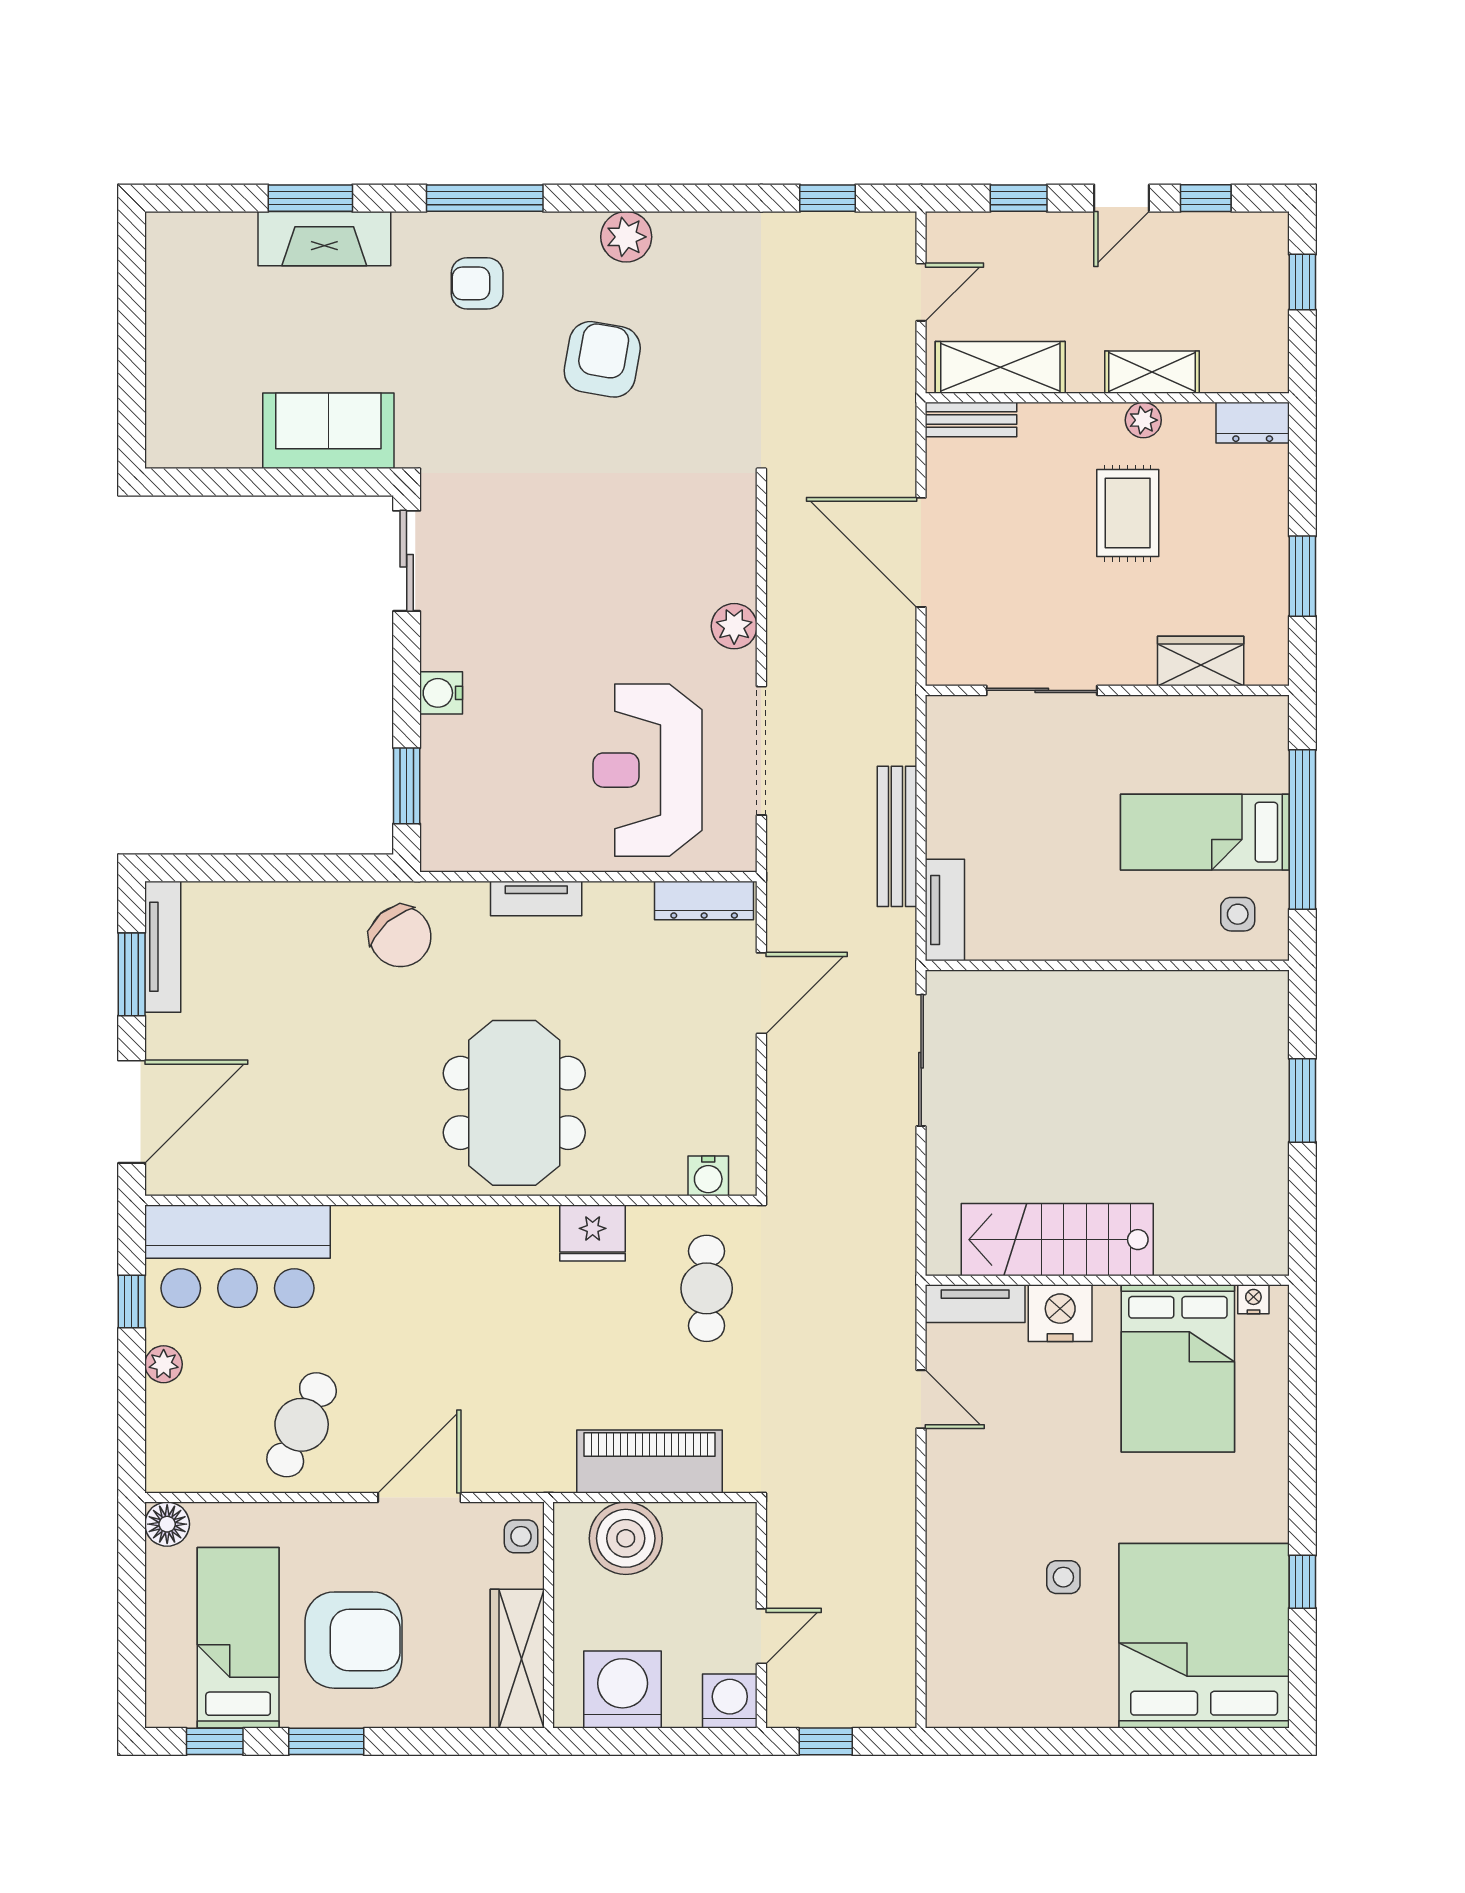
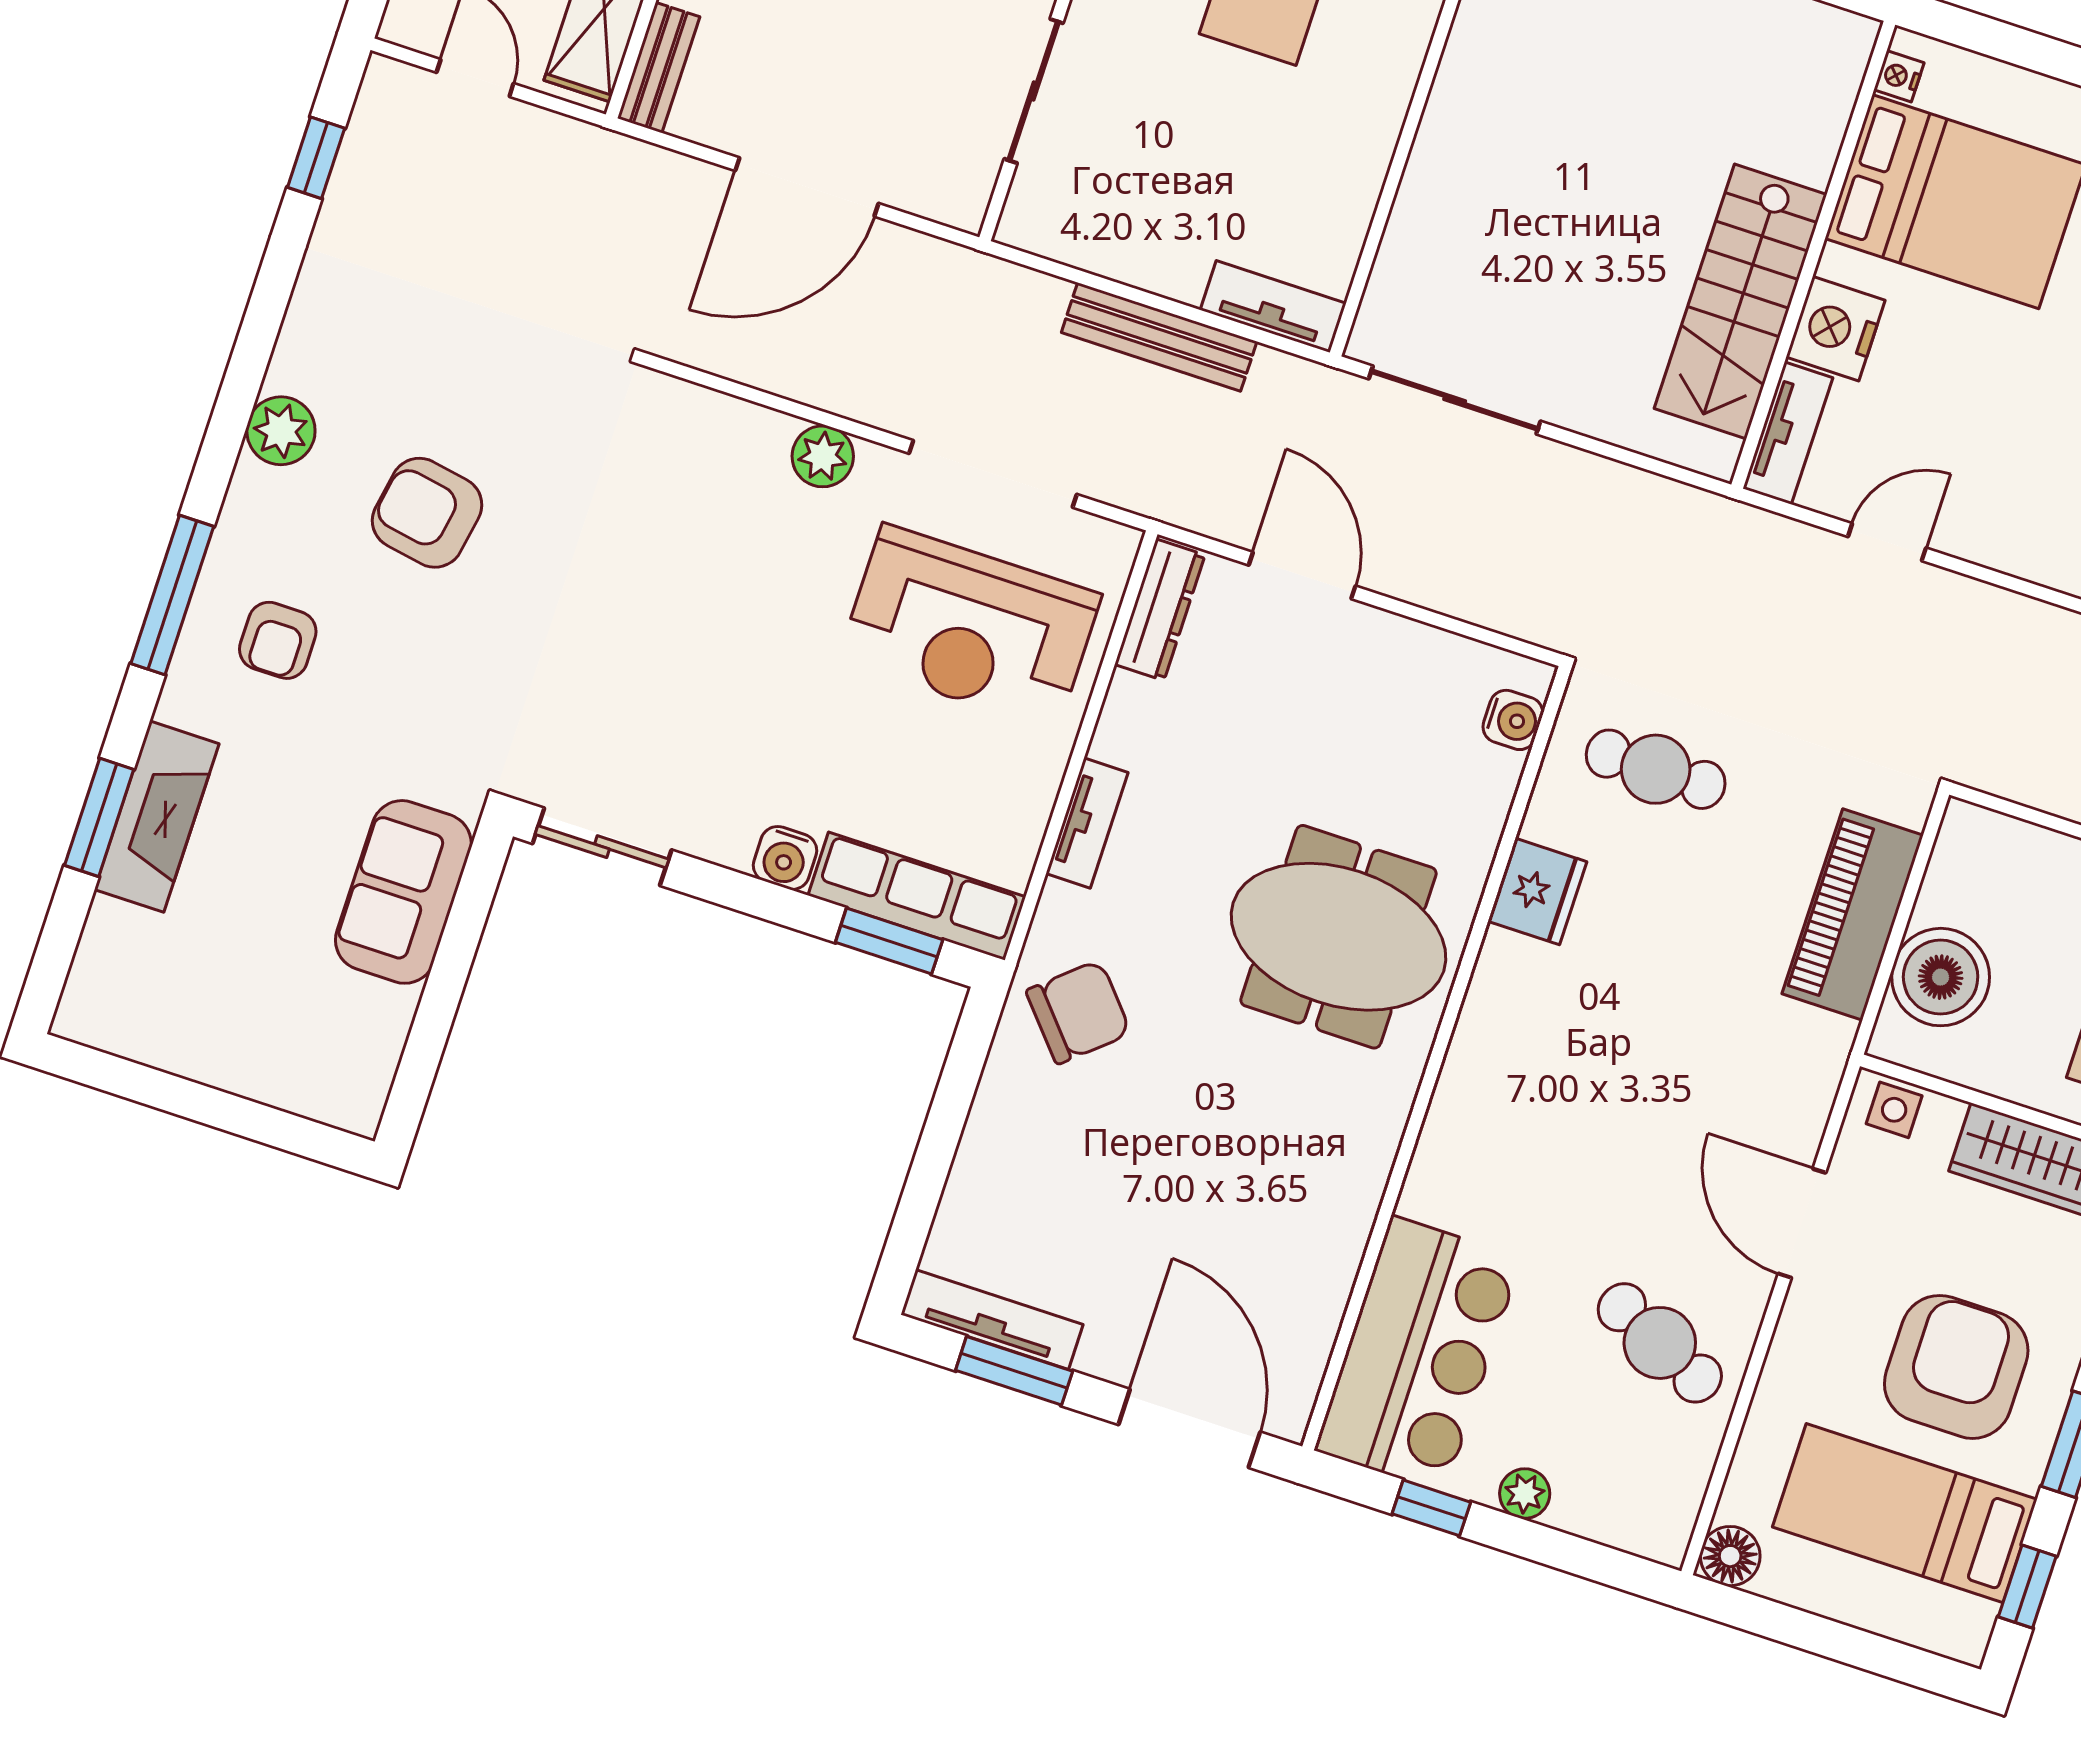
row of seats: (445, 795) -> (917, 896), added

